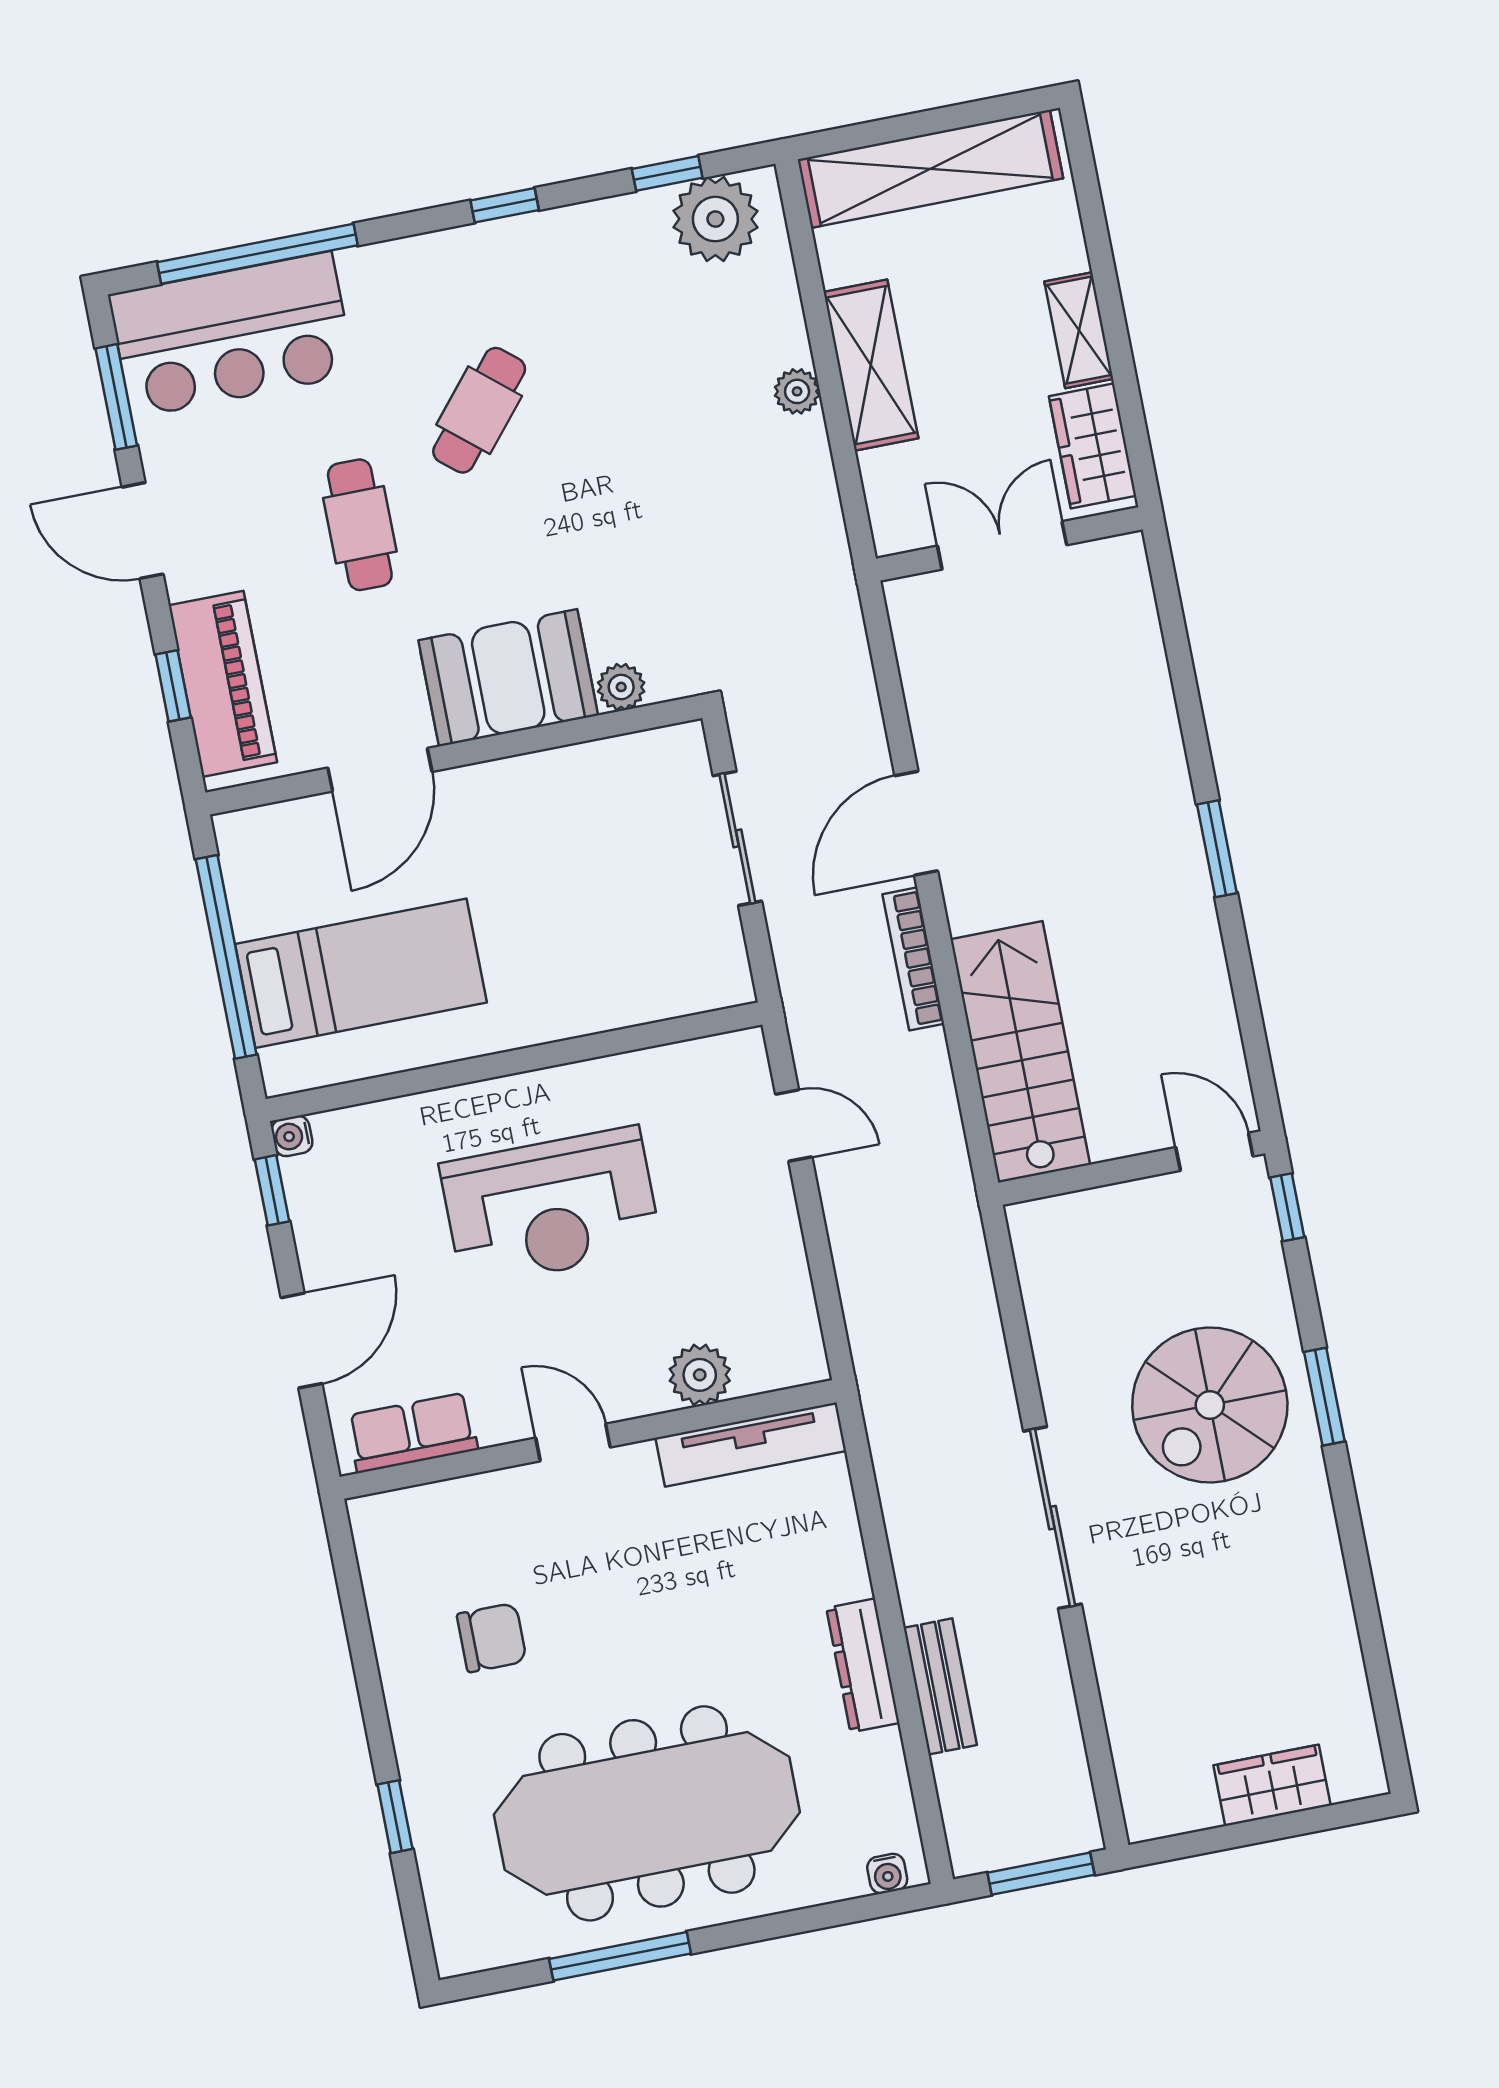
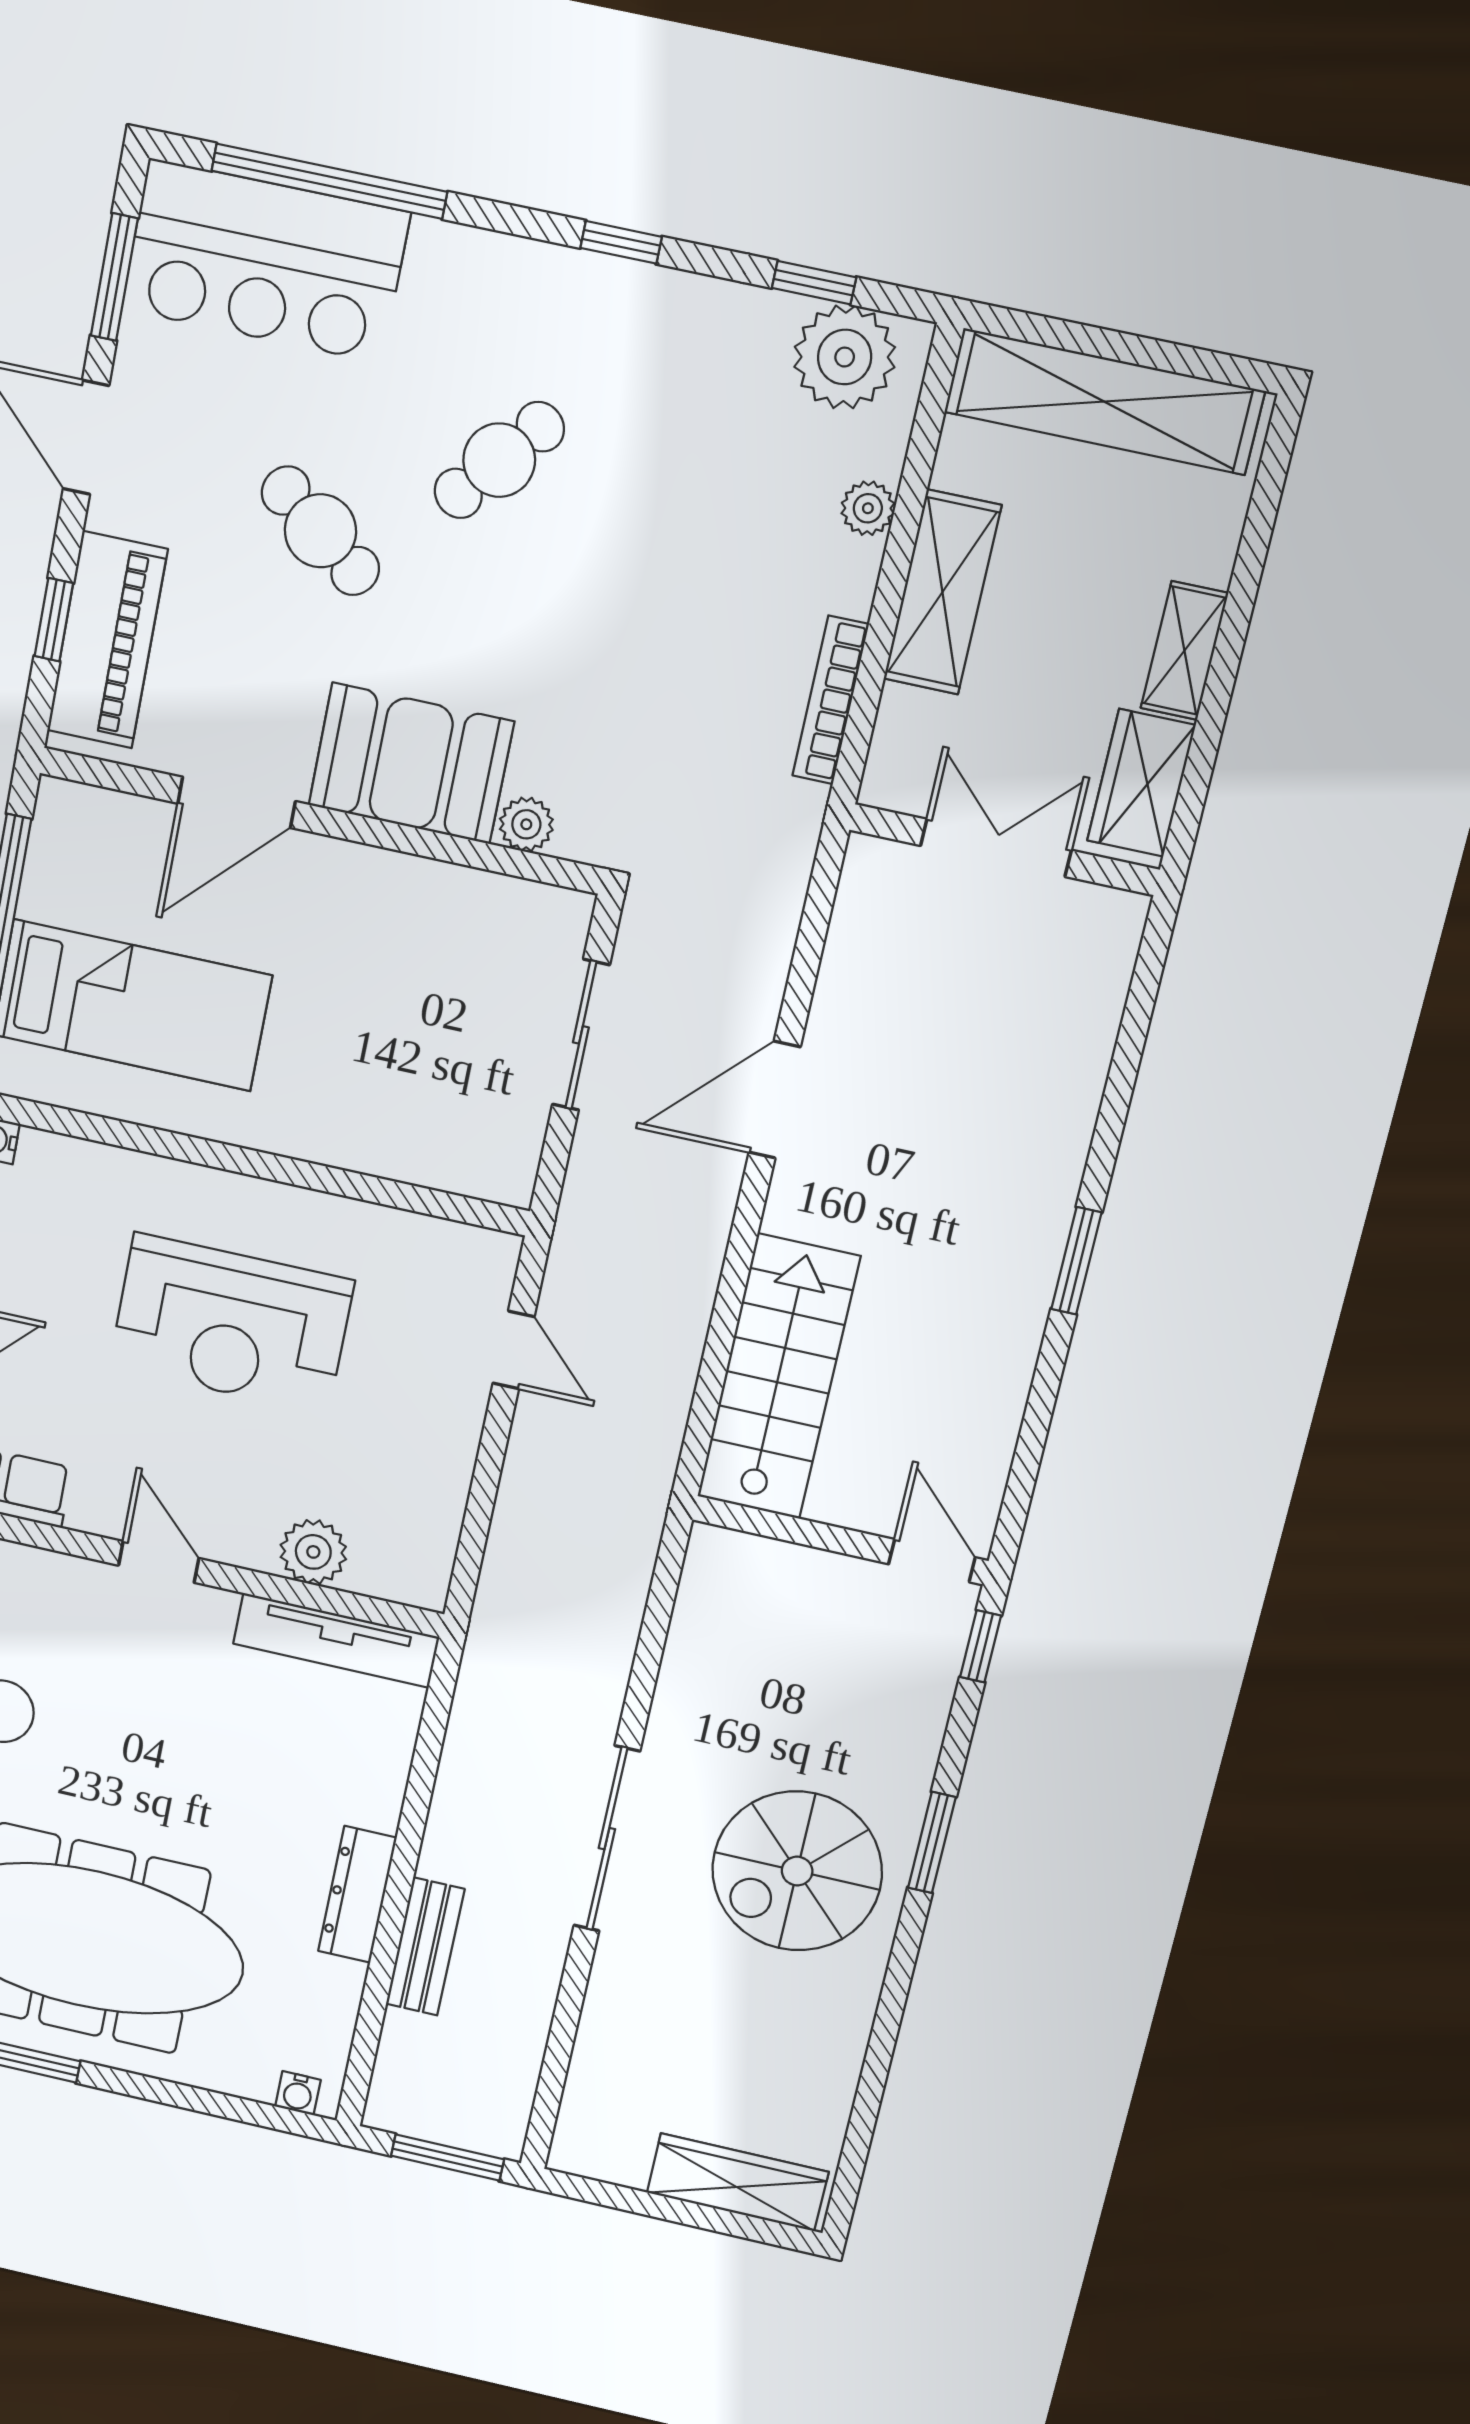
plant: (797, 391) -> (868, 508), moved
cafe table: (360, 525) -> (320, 531), turned -53
bookcase: (913, 959) -> (831, 700), moved
spiral stairs: (1210, 1405) -> (797, 1871), moved
wardrobe: (1272, 1785) -> (738, 2182), width x1.50

